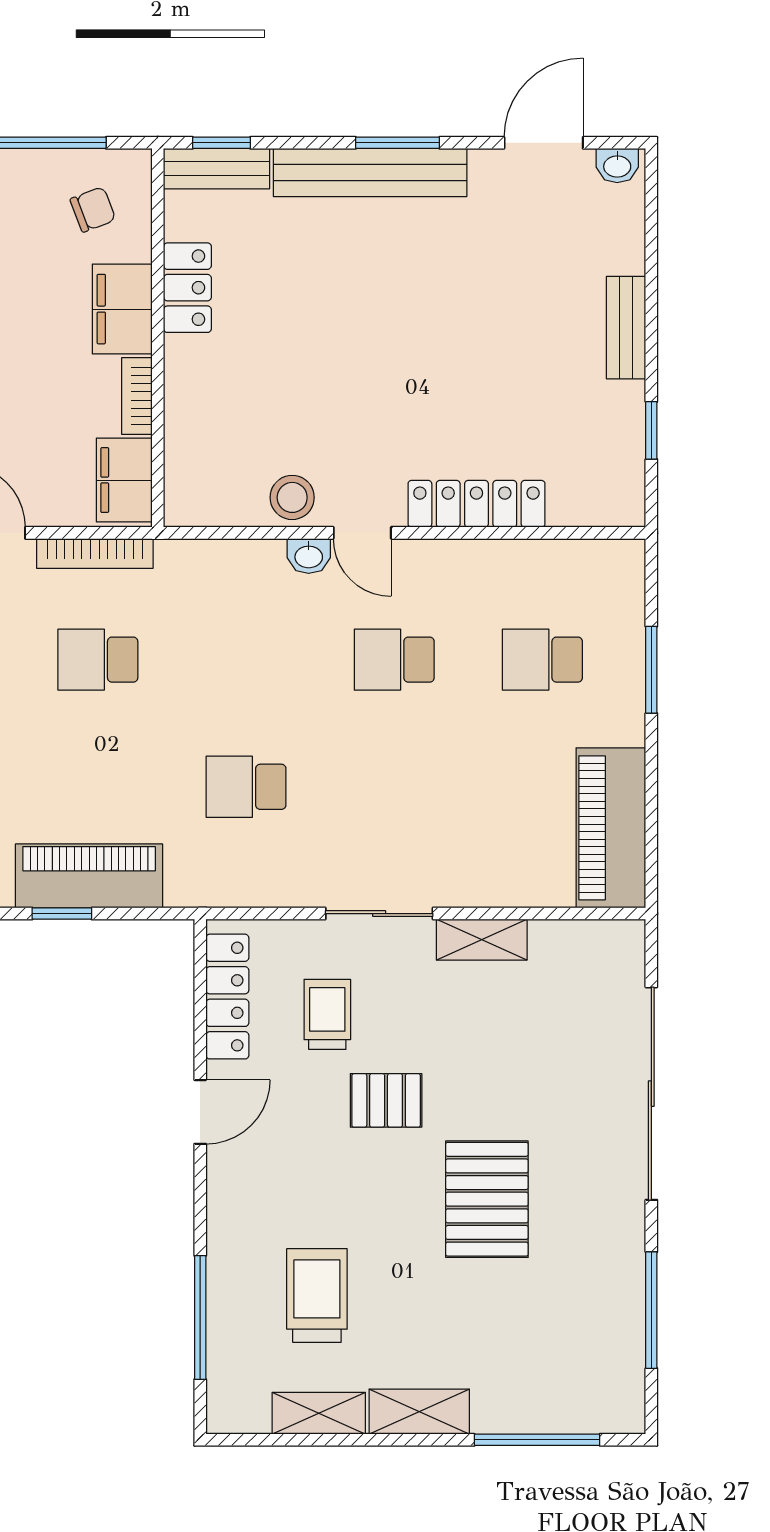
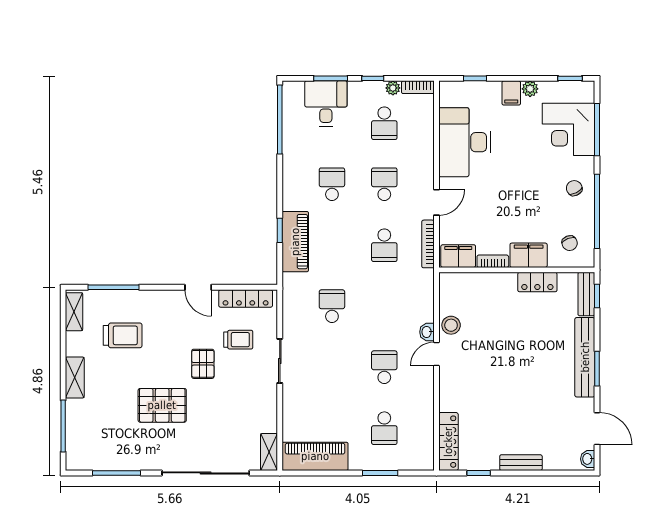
locker: (476, 504) -> (448, 442), moved
school desk: (98, 660) -> (384, 245), turned 180
school desk: (542, 660) -> (384, 428), turned 180
shelving: (482, 940) -> (269, 452), moved
shelving: (319, 1413) -> (74, 312), moved

